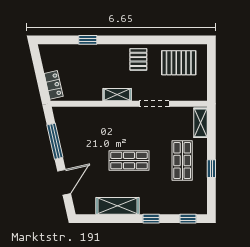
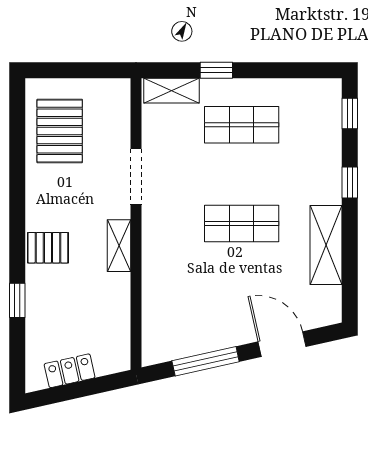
pallet: (138, 59) -> (48, 248), moved
locker: (54, 85) -> (70, 371), moved
shop shelf: (129, 161) -> (242, 223), turned 90
window: (211, 169) -> (216, 70), moved

